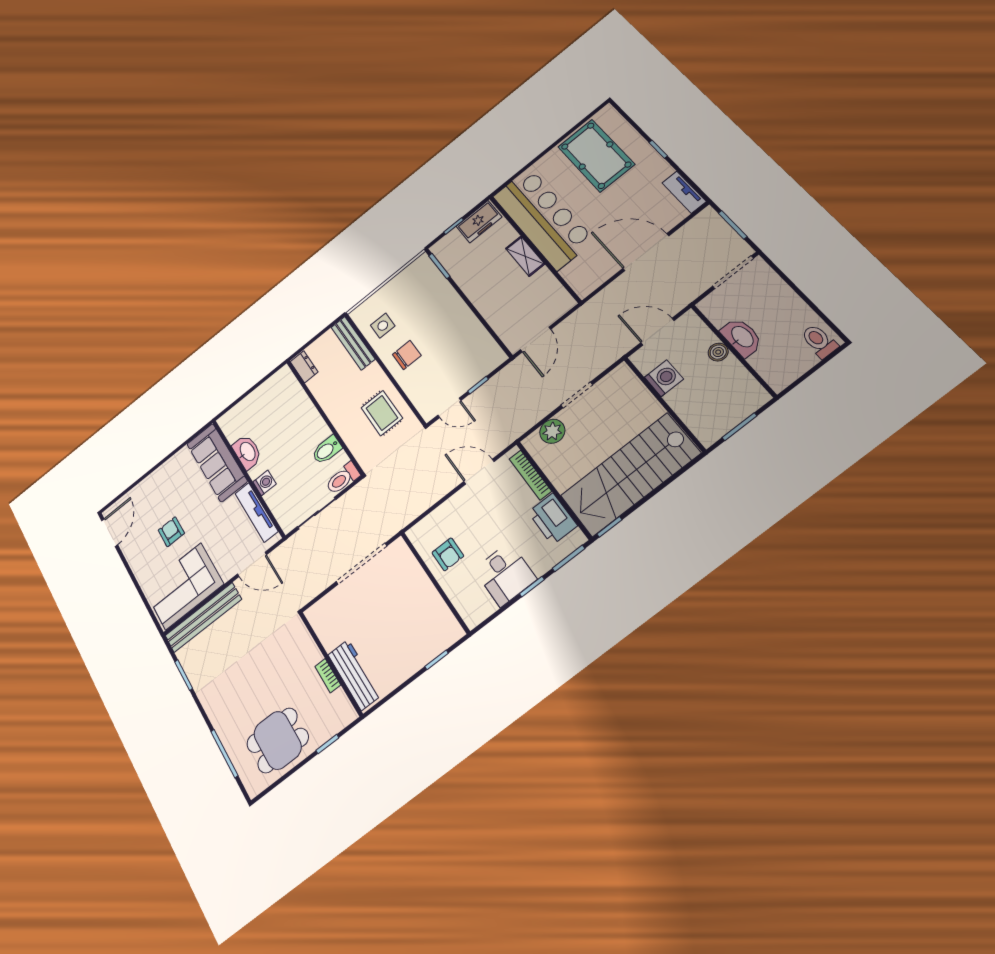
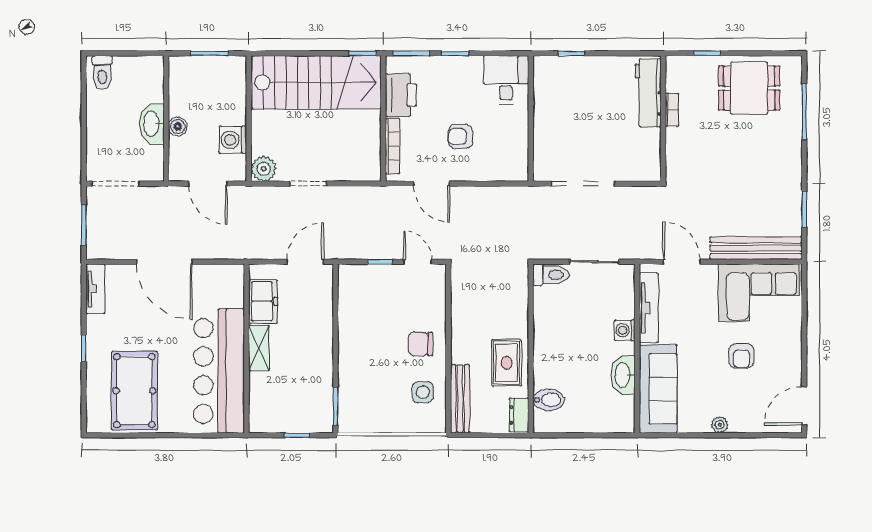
freezer: (479, 222) -> (263, 301), moved, turned 90
rug: (382, 413) -> (507, 363), moved
plant: (552, 431) -> (264, 169), moved
bidet: (327, 450) -> (549, 400), moved
plant: (161, 473) -> (720, 425), added
armchair: (448, 554) -> (460, 137), moved, turned -90
desk: (505, 574) -> (506, 80), moved

